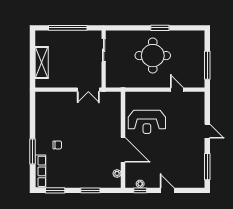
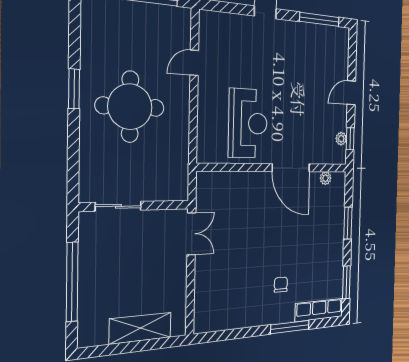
door: (123, 150) -> (291, 168), swing flipped

